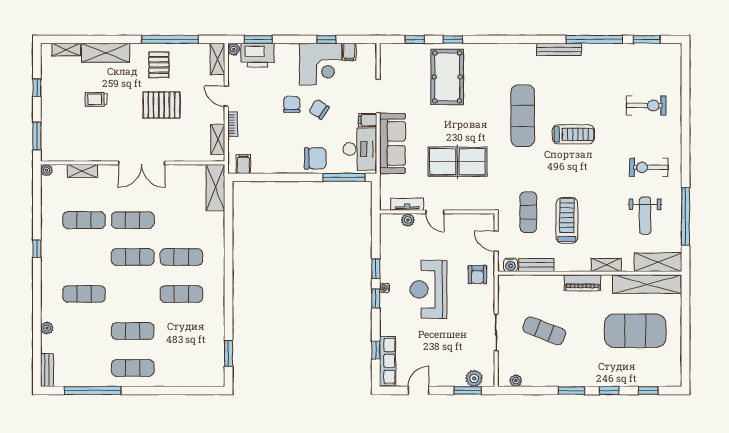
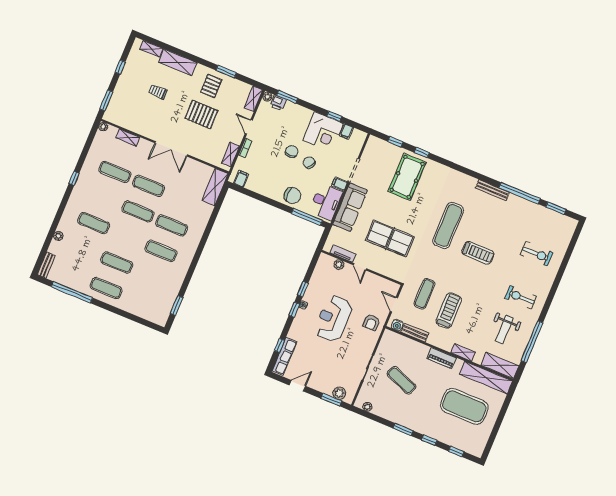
window: (170, 39) -> (226, 72), width x0.47
printer: (258, 55) -> (278, 103), width x0.53, depth x0.68

